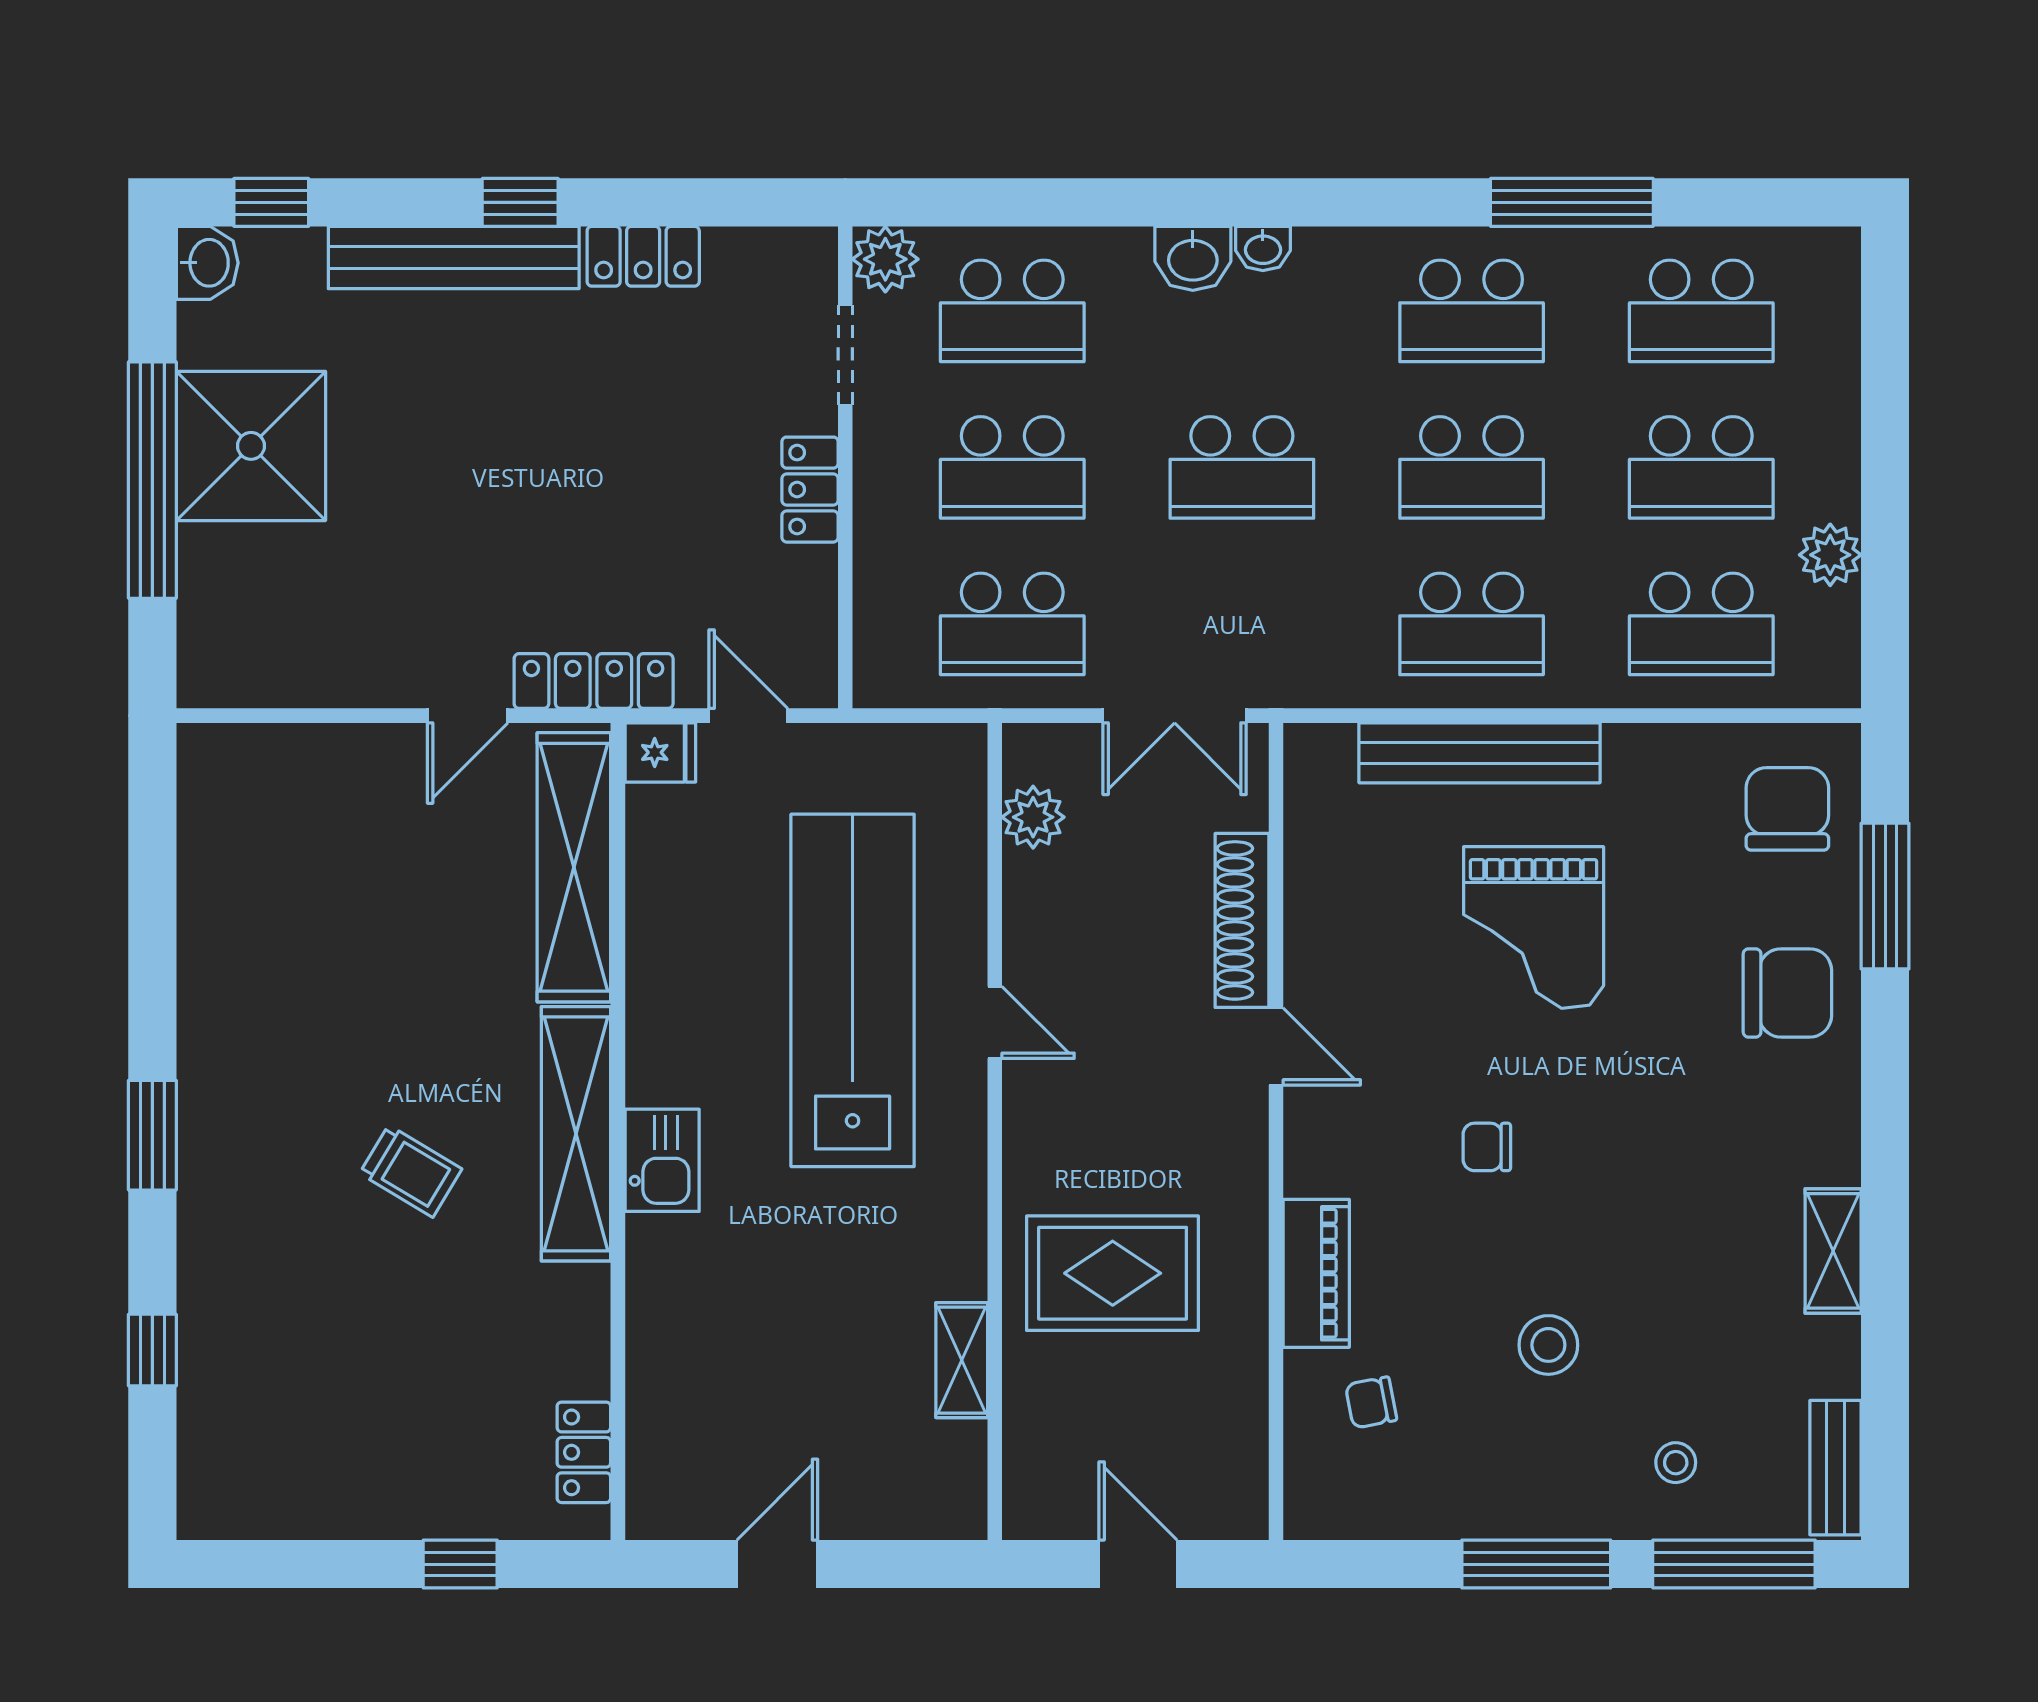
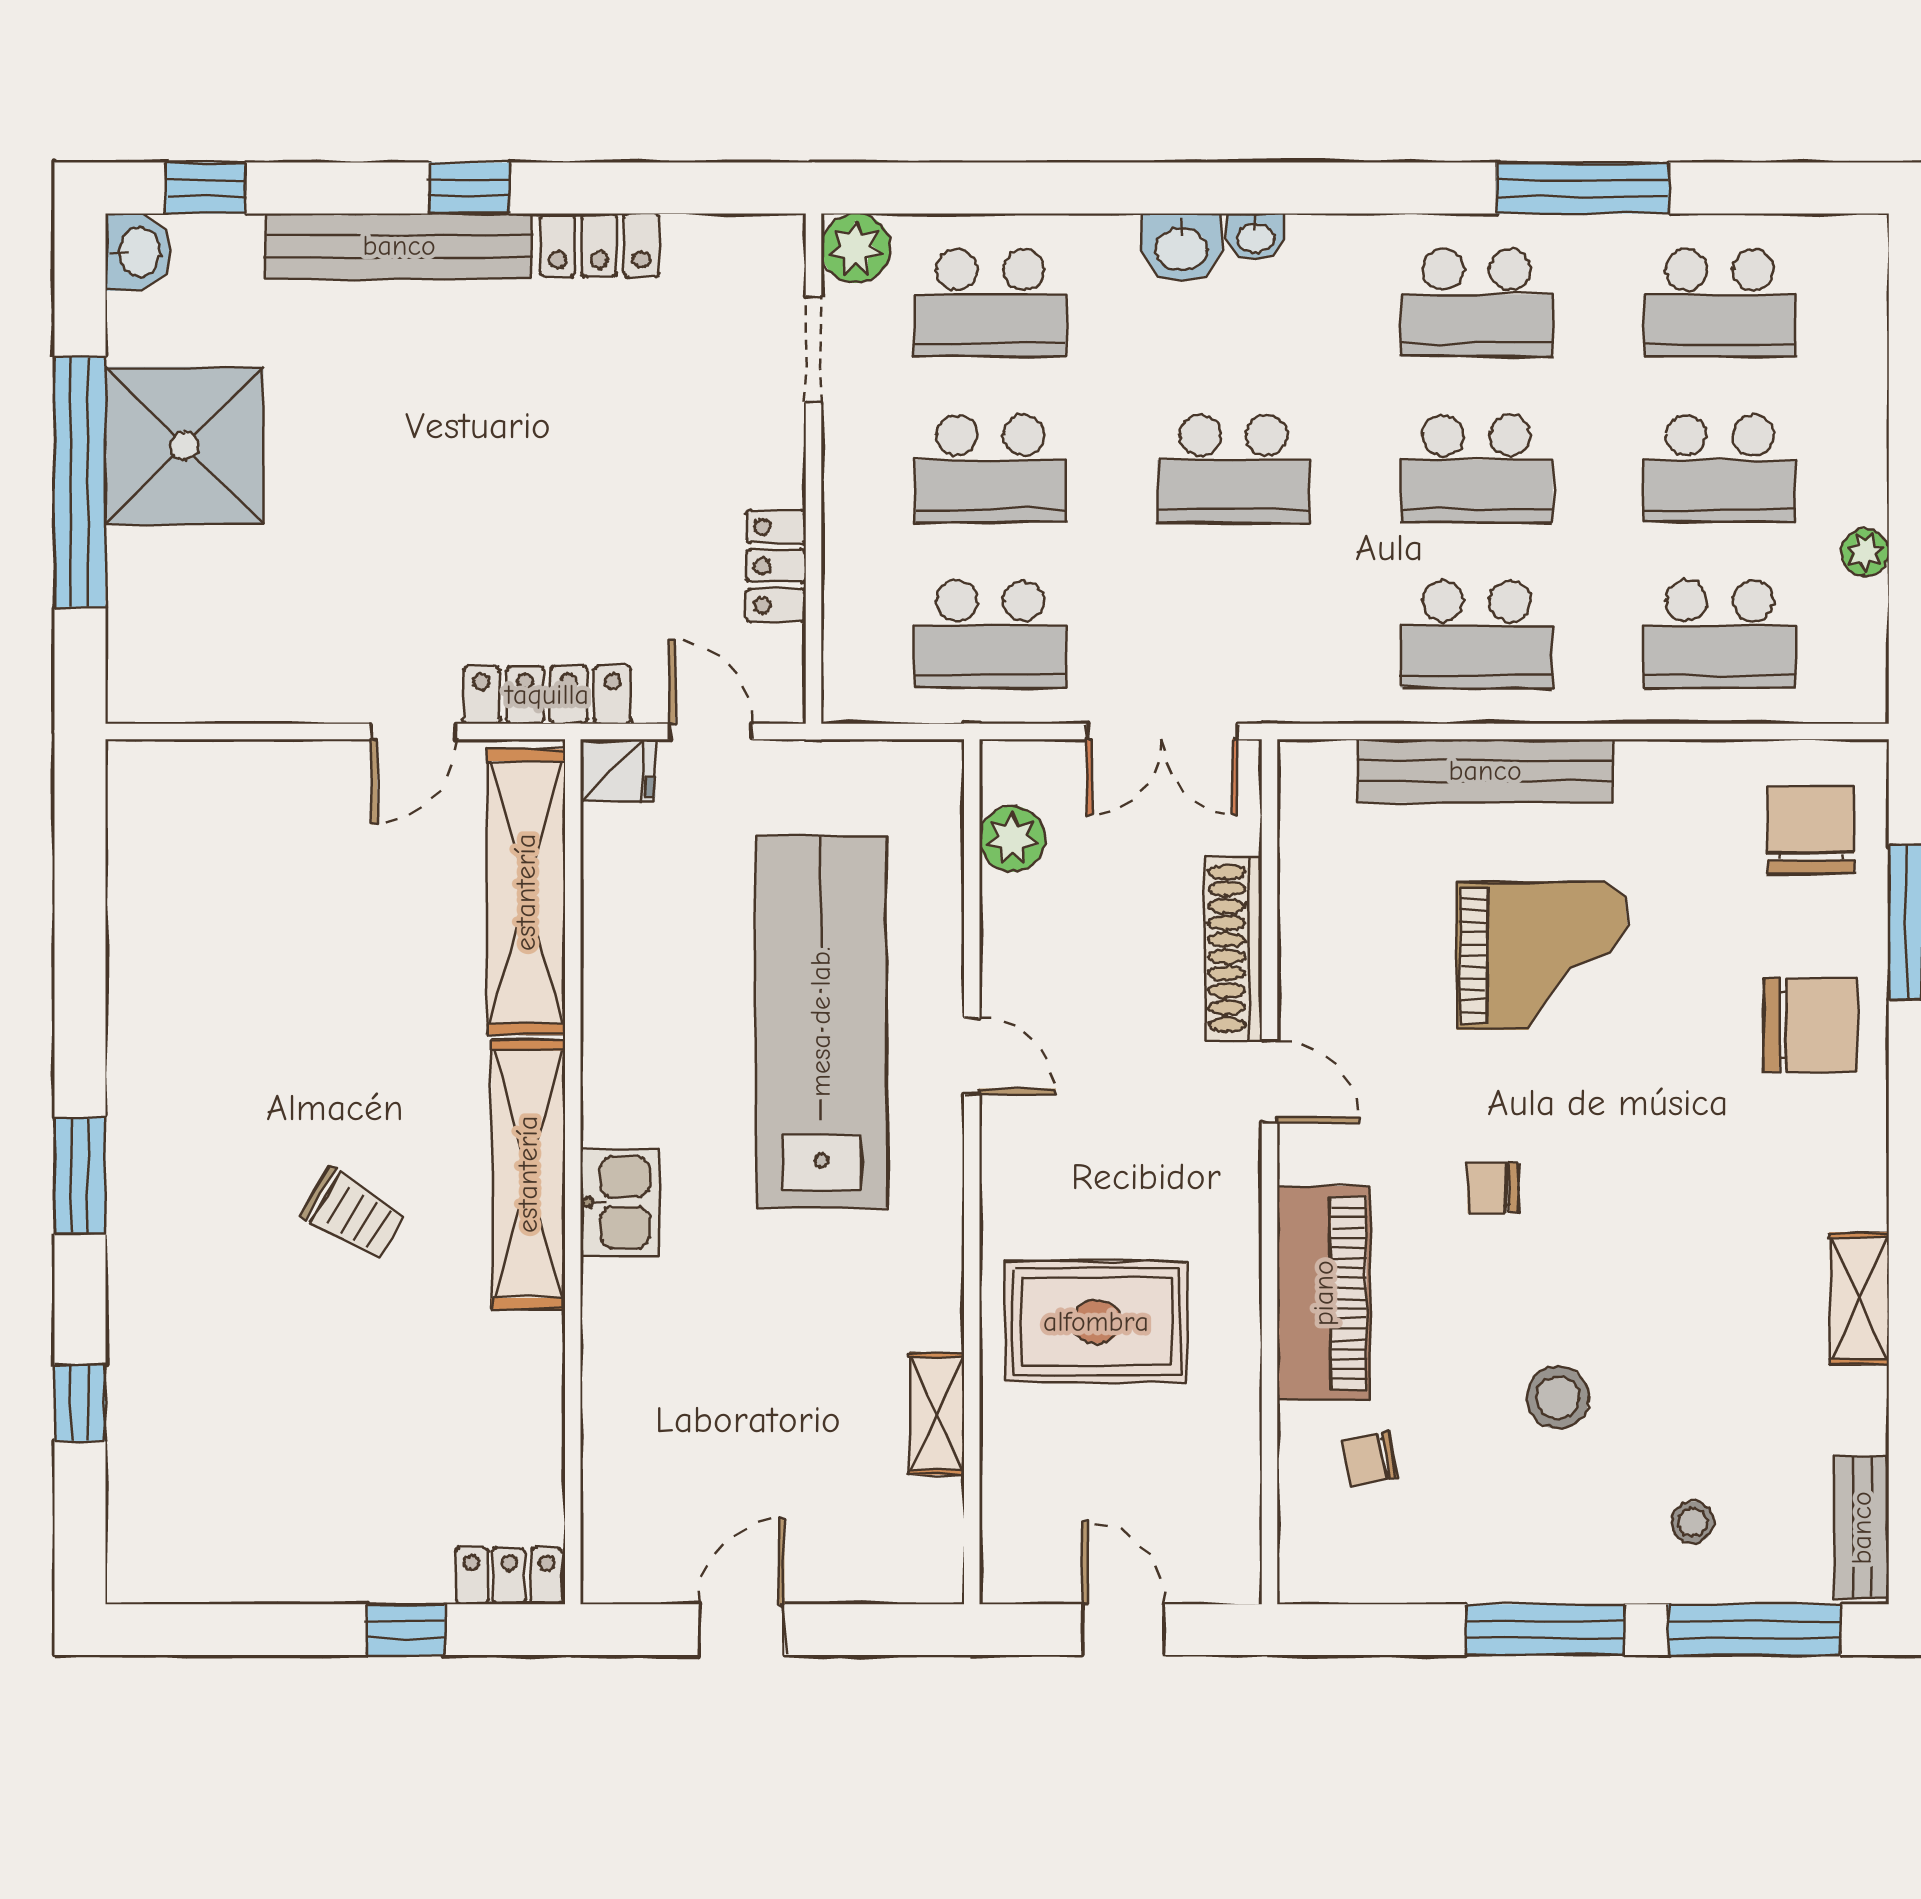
locker: (810, 490) -> (776, 566), moved
plant: (1830, 555) -> (1865, 552), width x0.73, depth x0.73
grand piano: (1534, 927) -> (1542, 956), turned -90
piano: (1316, 1273) -> (1324, 1293), width x1.37, depth x1.33
locker: (584, 1452) -> (509, 1576), moved, turned 90

